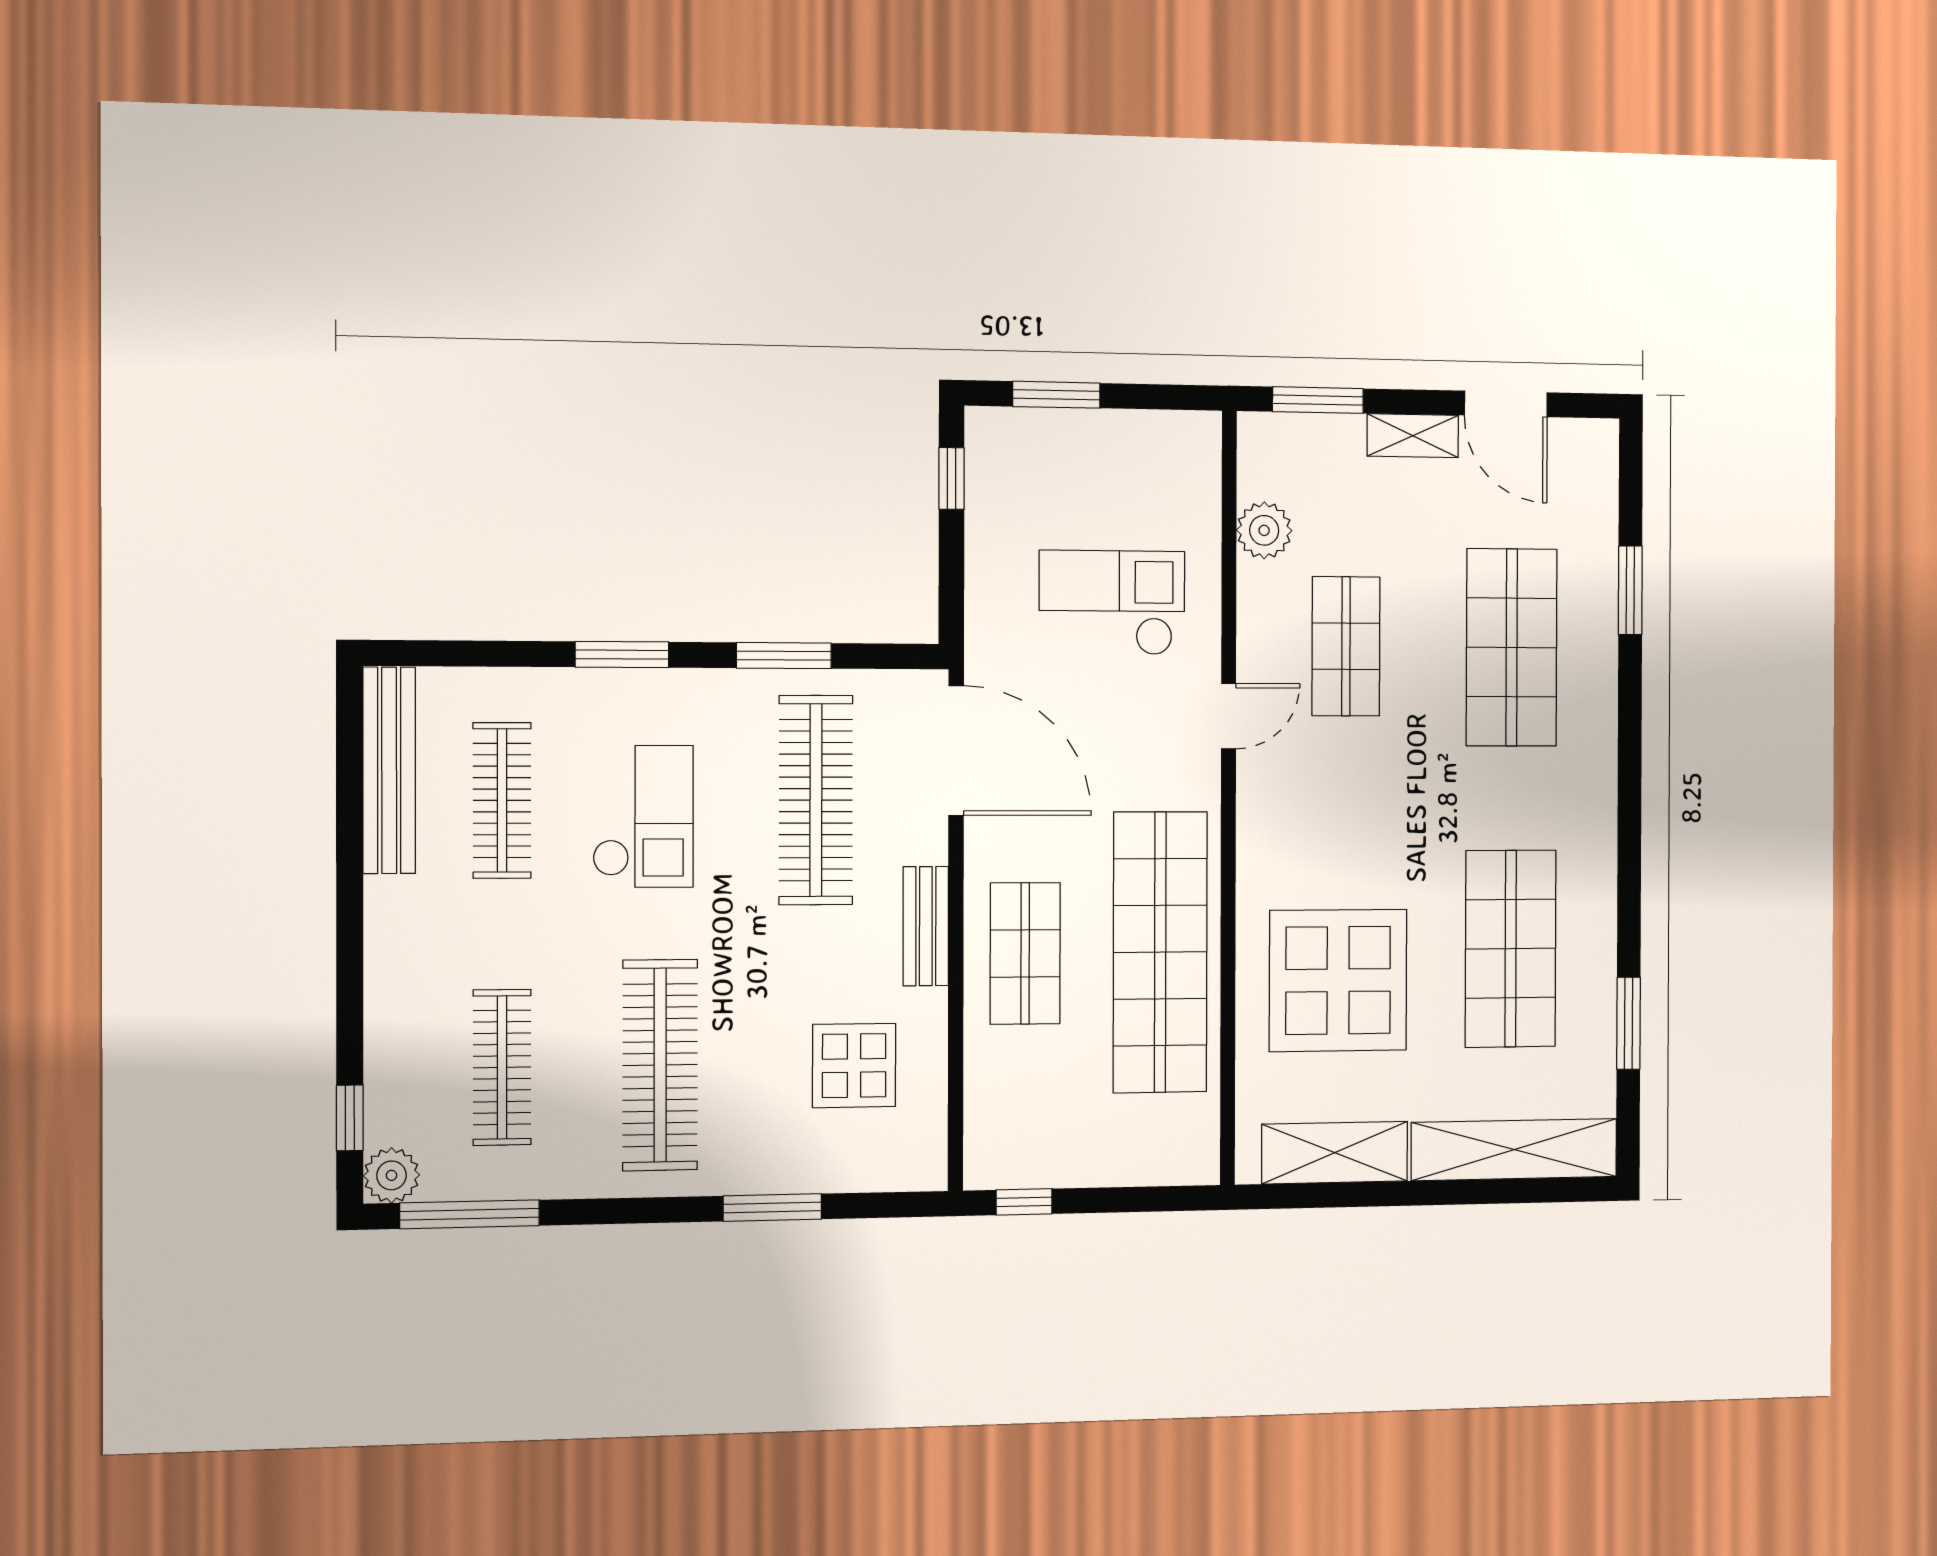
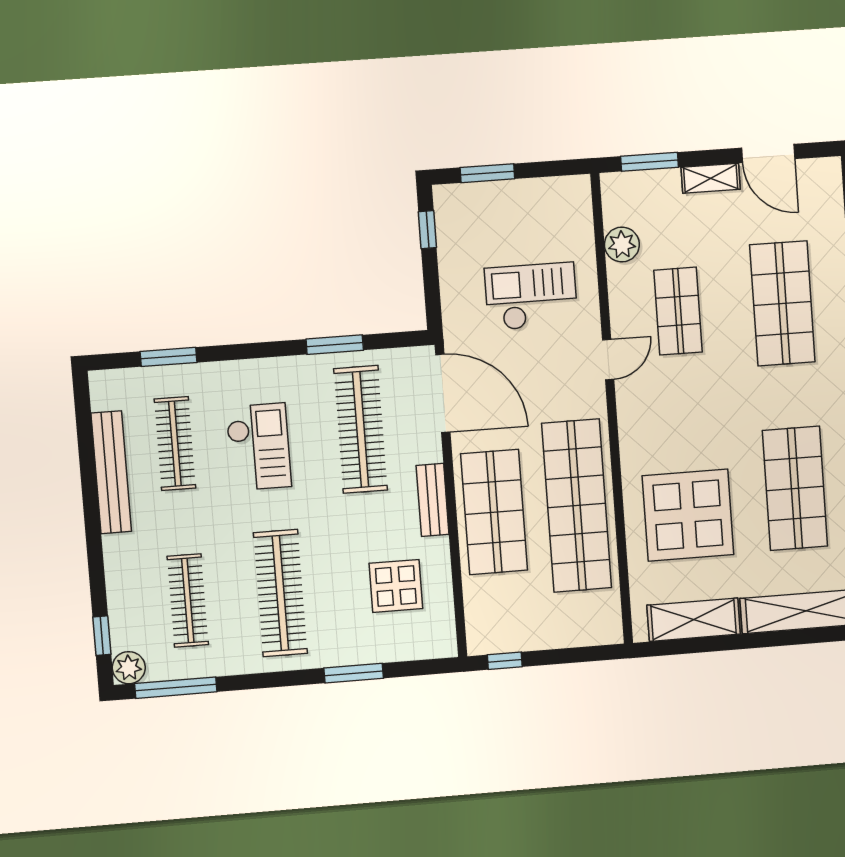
window: (622, 655) -> (169, 357), moved
bench: (389, 770) -> (111, 472), moved
shop shelf: (1025, 953) -> (494, 512), width x1.43, depth x1.36

